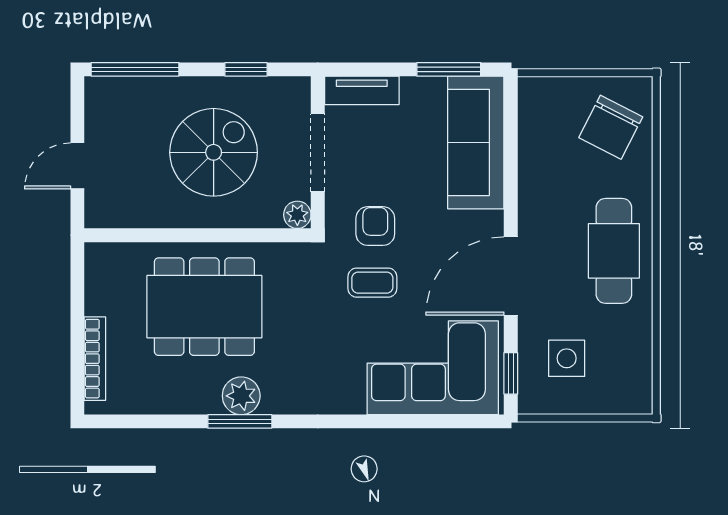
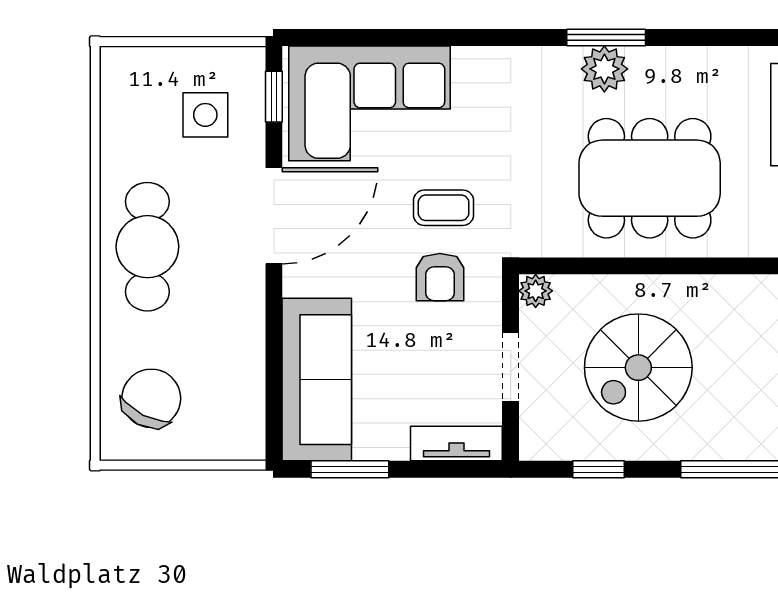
doorway: (318, 153) -> (511, 367), width x0.73

